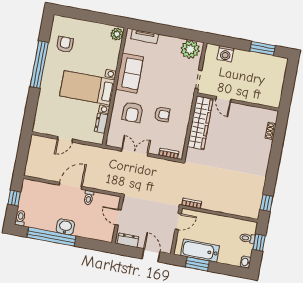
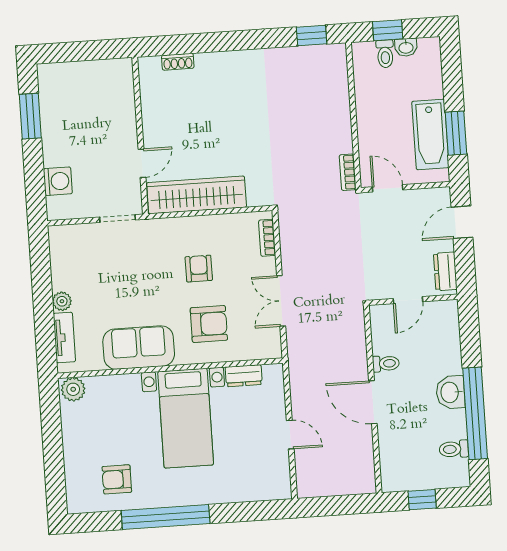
plant: (190, 49) -> (62, 301), moved, width x0.53, depth x0.53
toilet: (20, 218) -> (454, 449), moved
washbasin: (246, 262) -> (406, 47), moved

